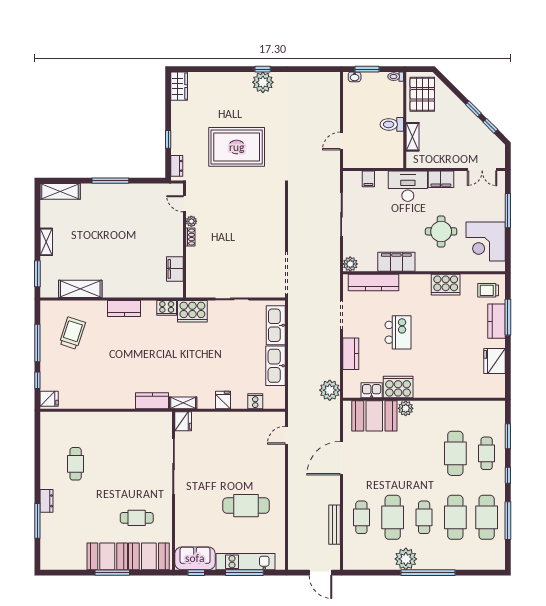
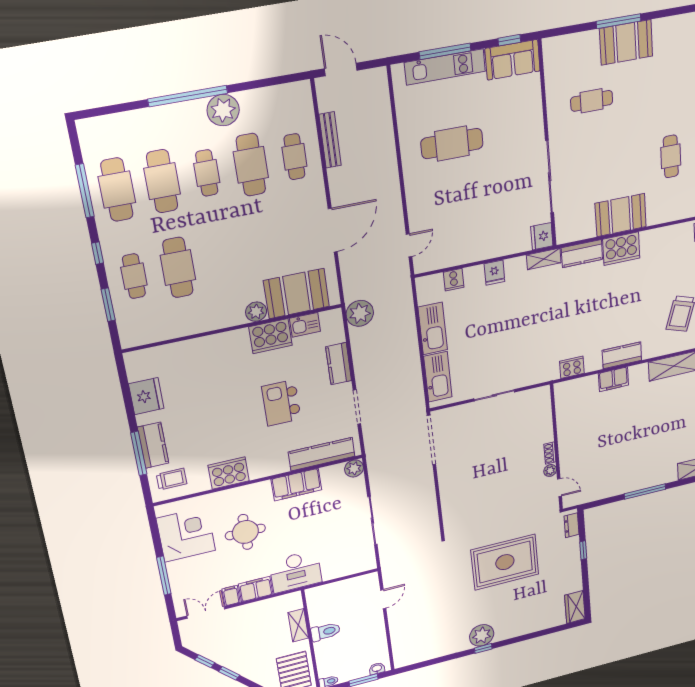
filing cabinet: (368, 179) -> (231, 596), moved
filing cabinet: (175, 269) -> (613, 379), moved, turned 90
cooker: (192, 311) -> (621, 249), moved, turned 180
booth: (149, 556) -> (621, 215), moved

